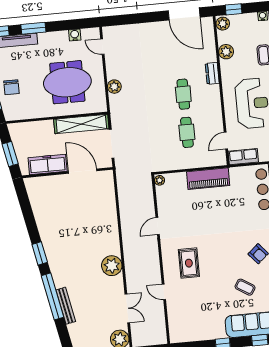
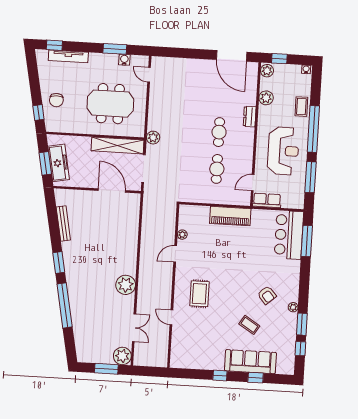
window: (33, 28) -> (115, 49), moved
plant: (114, 87) -> (153, 138), moved
freezer: (48, 164) -> (59, 163), moved, turned 79
plant: (160, 180) -> (182, 235), moved
bench: (66, 306) -> (63, 223), moved

